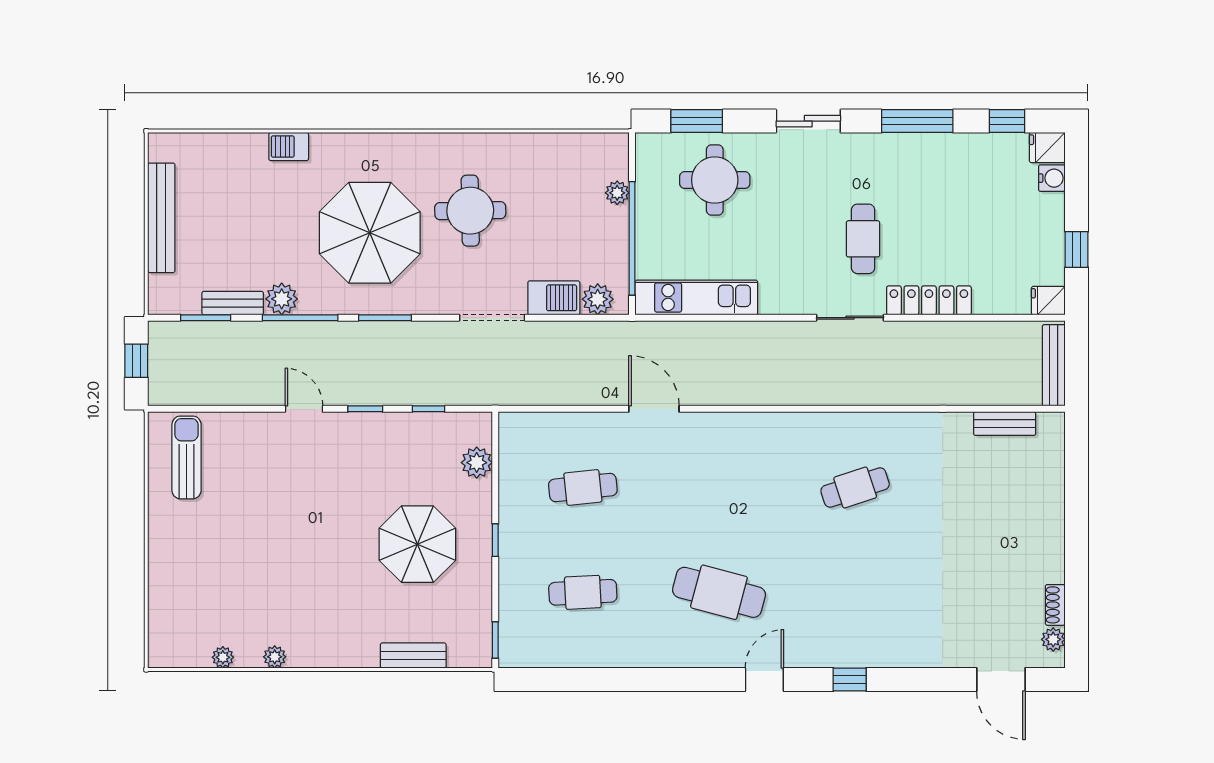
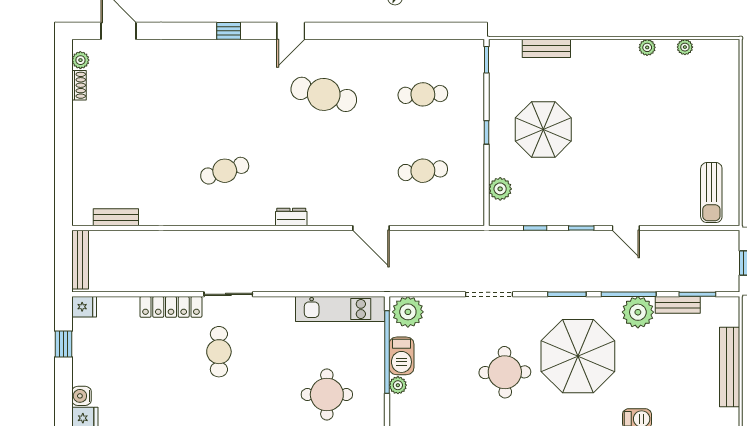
barbecue: (554, 298) -> (401, 356), moved, turned -90
plant: (282, 299) -> (638, 312), width x1.36, depth x1.36
plant: (598, 299) -> (408, 312), width x1.36, depth x1.36
dresser: (764, 424) -> (291, 217), added

